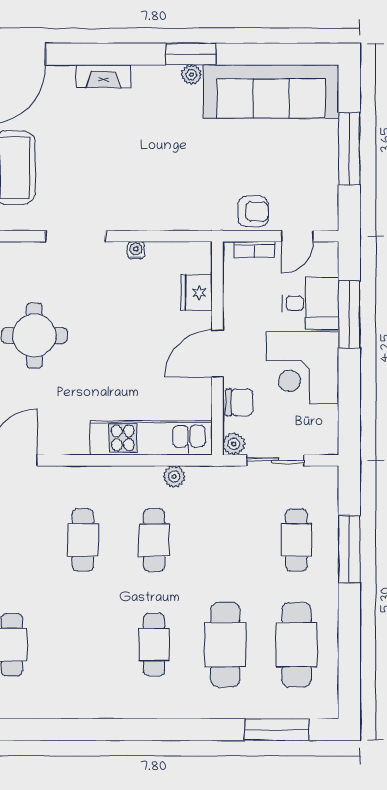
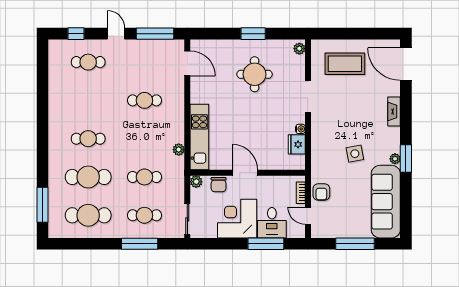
side table: (182, 149) -> (355, 154), added
fridge: (197, 293) -> (297, 144), moved, turned -90
sliding door: (275, 460) -> (187, 219), moved
cafe table: (154, 540) -> (144, 177), moved

